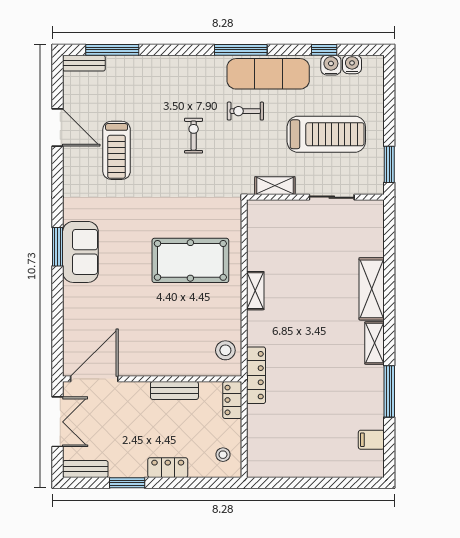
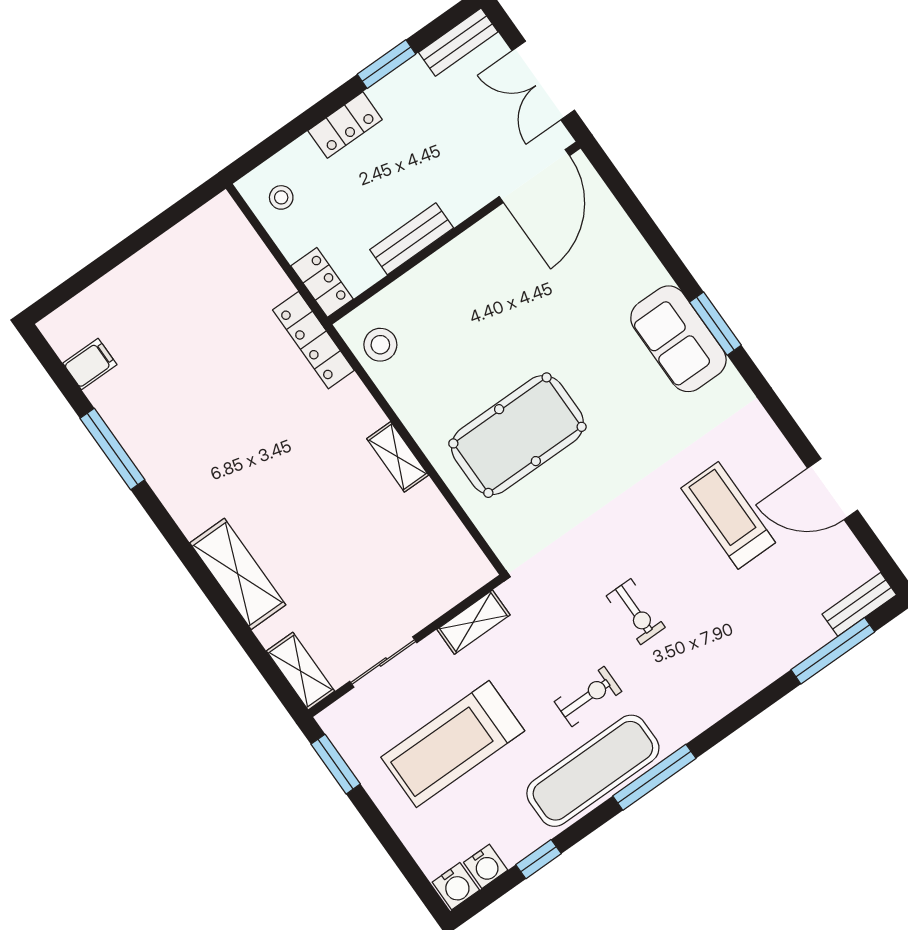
water cooler: (331, 65) -> (456, 886), moved
shelving: (375, 343) -> (300, 671), moved

